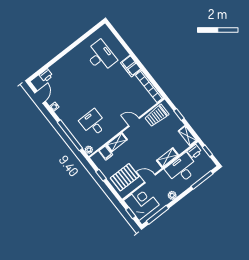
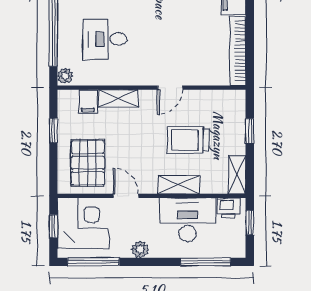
trolley: (157, 116) -> (188, 140), moved
door: (134, 122) -> (170, 88), swing flipped
desk: (93, 123) -> (105, 39), turned -90
pallet: (125, 177) -> (88, 163), turned 90

